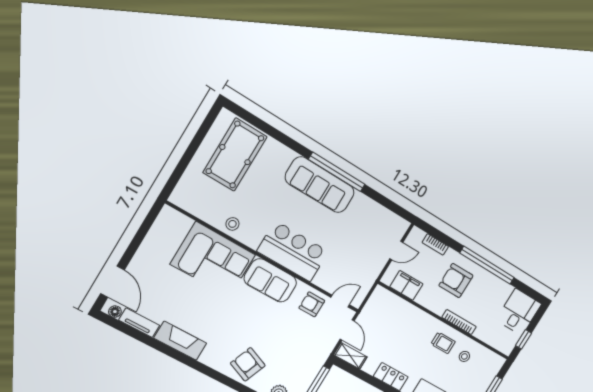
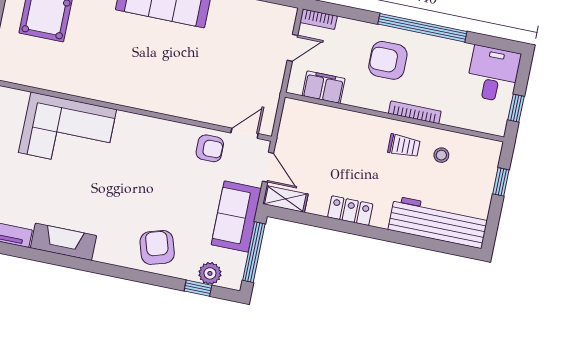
stool: (232, 224) -> (75, 81), removed
bookcase: (435, 244) -> (319, 19), moved
bar counter: (293, 251) -> (161, 90), removed
sofa: (270, 280) -> (236, 217), moved, turned 90
armchair: (312, 304) -> (210, 148), turned 180
armchair: (248, 364) -> (157, 247), turned 51

